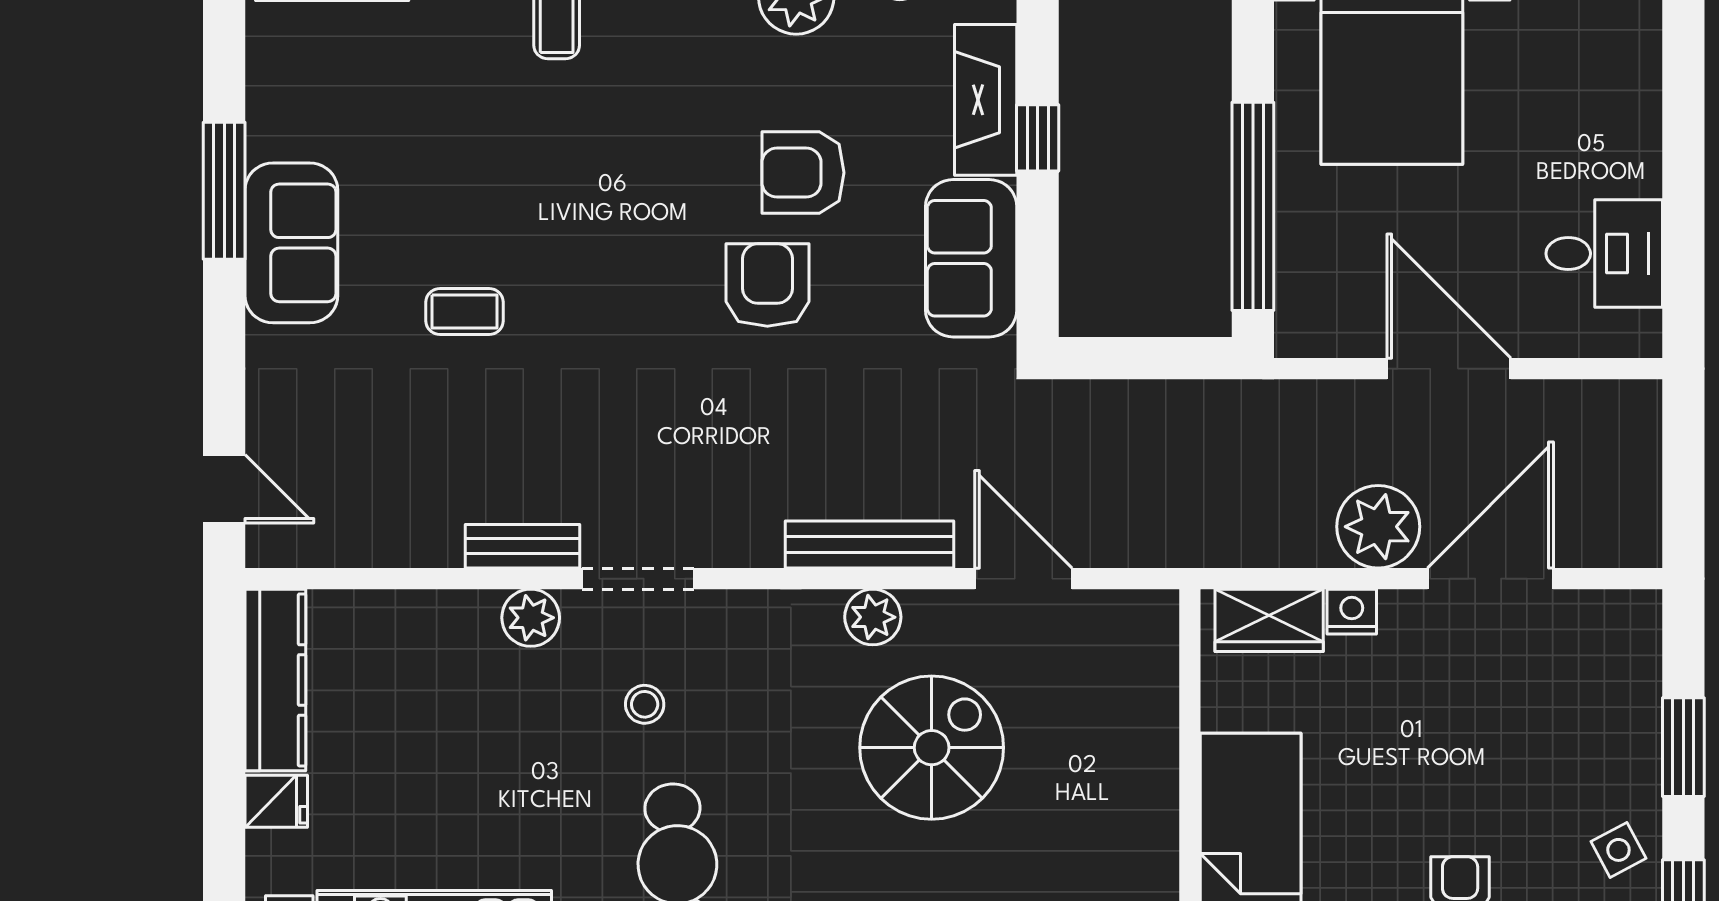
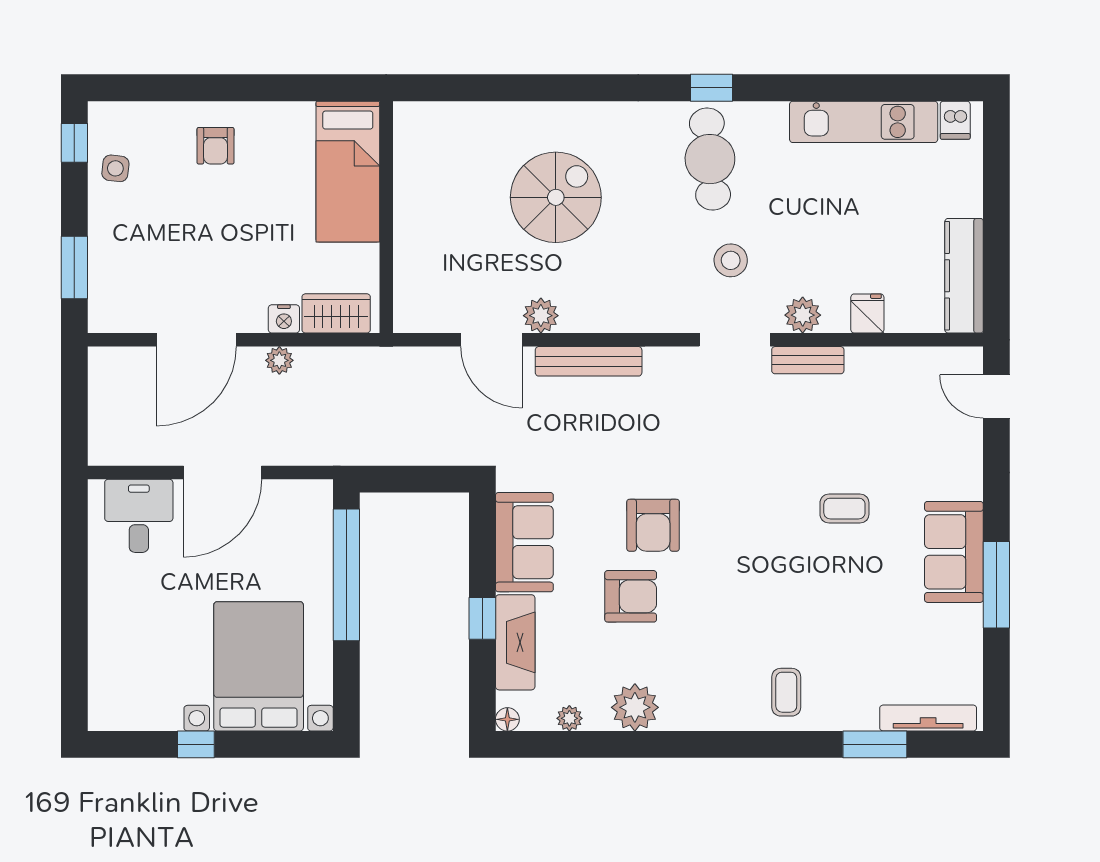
desk: (1604, 254) -> (139, 516), moved, turned 90
door: (1449, 369) -> (223, 472), hinge flipped
plant: (1378, 527) -> (279, 360), width x0.53, depth x0.53
plant: (873, 617) -> (541, 316), moved
stool: (645, 704) -> (731, 260), width x1.37, depth x1.37
window: (1683, 747) -> (74, 268), moved
spiral stairs: (932, 748) -> (556, 197), moved, turned 180
fridge: (276, 801) -> (867, 313), moved, turned 90
side table: (1618, 850) -> (115, 168), turned 34

